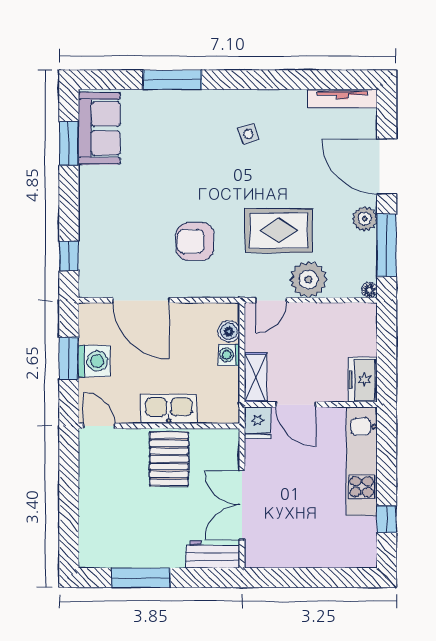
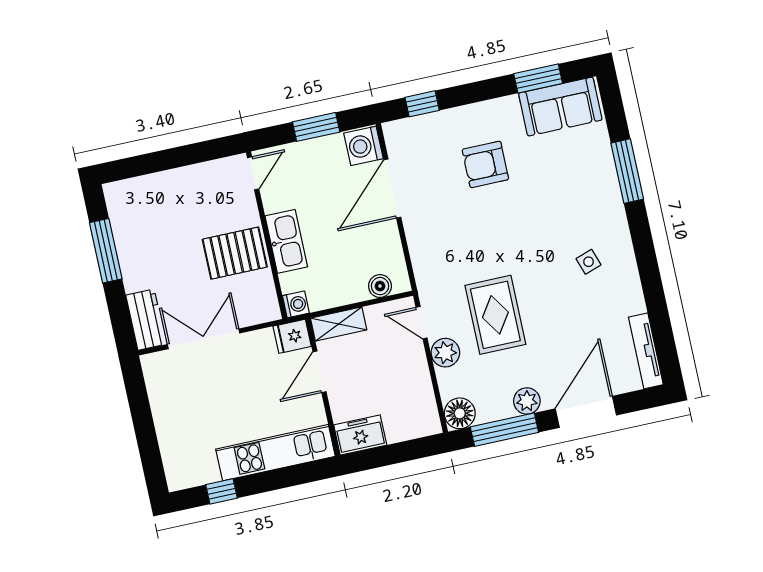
armchair: (195, 241) -> (485, 164), moved, turned -90
plant: (308, 279) -> (445, 353), width x0.73, depth x0.73
floor lamp: (369, 290) -> (460, 413), width x1.89, depth x1.89
washing machine: (229, 355) -> (296, 304), moved, turned 90
washing machine: (94, 361) -> (363, 146), moved, turned 90

